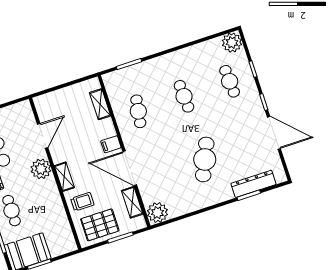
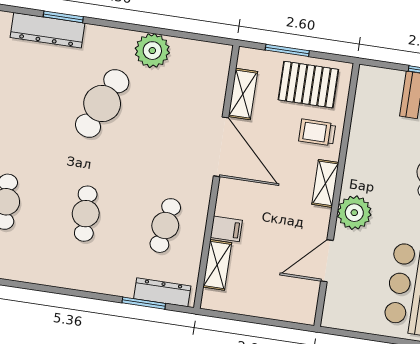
dresser: (122, 75) -> (162, 292), added
filing cabinet: (111, 144) -> (226, 229), moved
plant: (157, 213) -> (152, 51), moved

